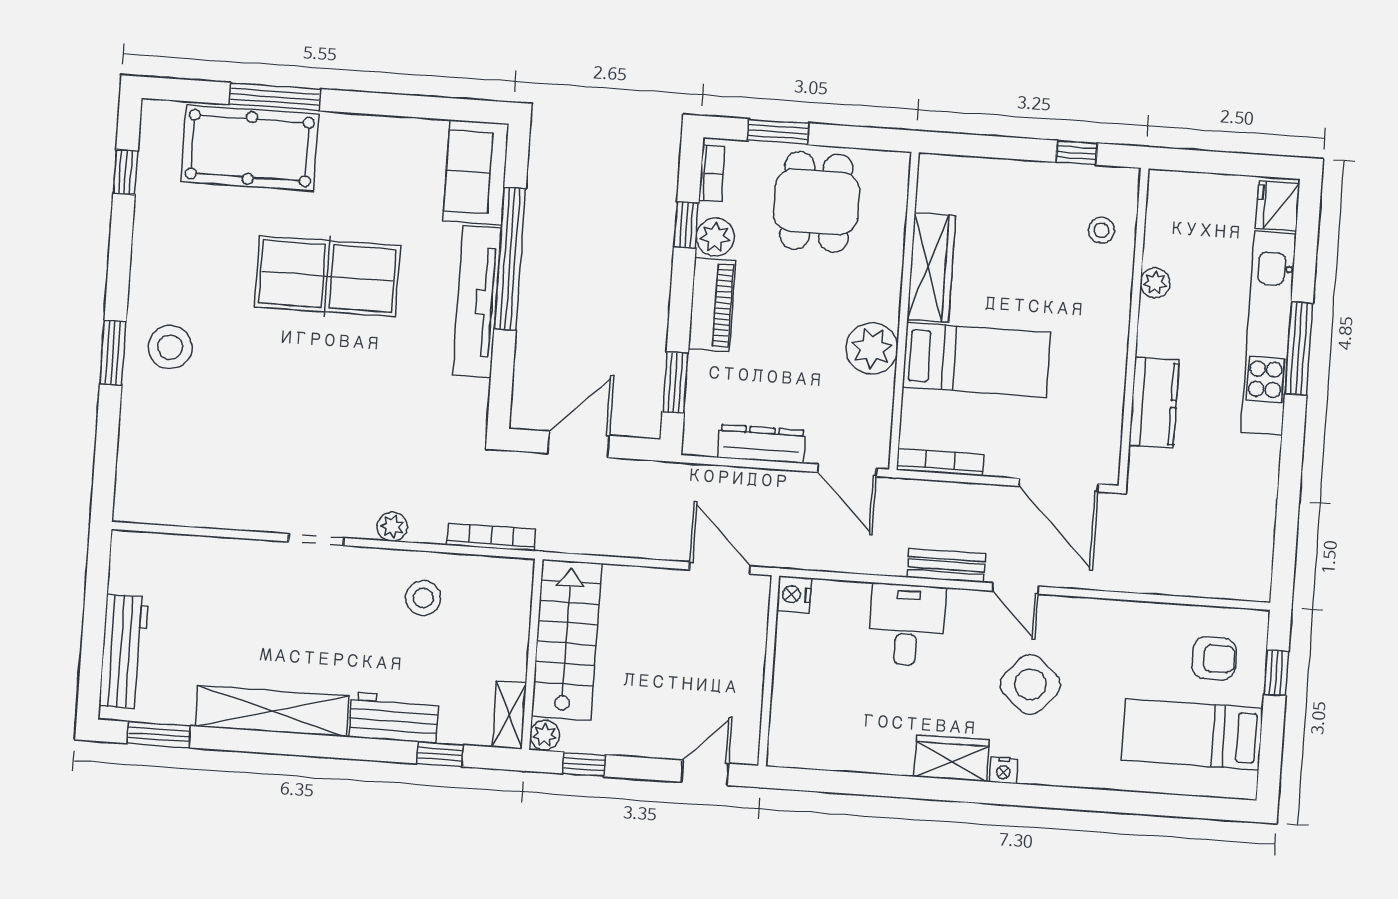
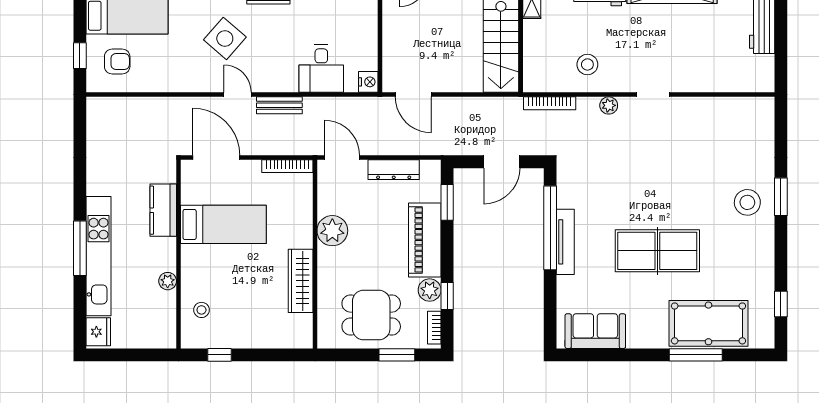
sofa: (476, 172) -> (595, 331), moved, turned -90
dining table: (817, 202) -> (371, 315), turned 90
window: (510, 259) -> (550, 228), moved
tv unit: (477, 302) -> (565, 242), width x0.73, depth x0.78
piano: (712, 305) -> (425, 240), width x1.37, depth x1.33
bed: (976, 360) -> (223, 224), moved, turned 180
desk: (907, 625) -> (321, 69), moved
armchair: (1214, 658) -> (117, 62), turned 180

